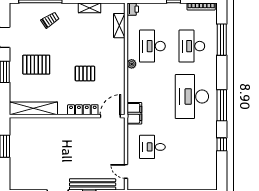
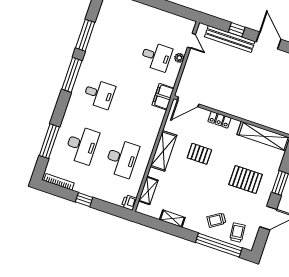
trolley: (28, 15) -> (237, 233), added
plant: (132, 64) -> (179, 58), moved
shelving: (118, 65) -> (164, 151), added
desk: (192, 97) -> (99, 94), width x0.53, depth x0.77
locker: (83, 110) -> (219, 120), width x0.66
window: (222, 144) -> (85, 35), width x2.17

